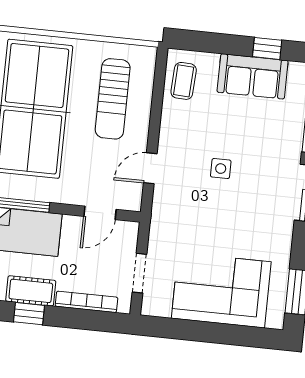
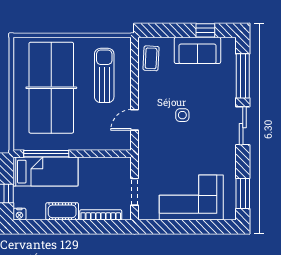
sun lounger: (113, 99) -> (104, 75), turned 180
door: (100, 213) -> (104, 154), removed
window: (29, 314) -> (63, 227), removed

